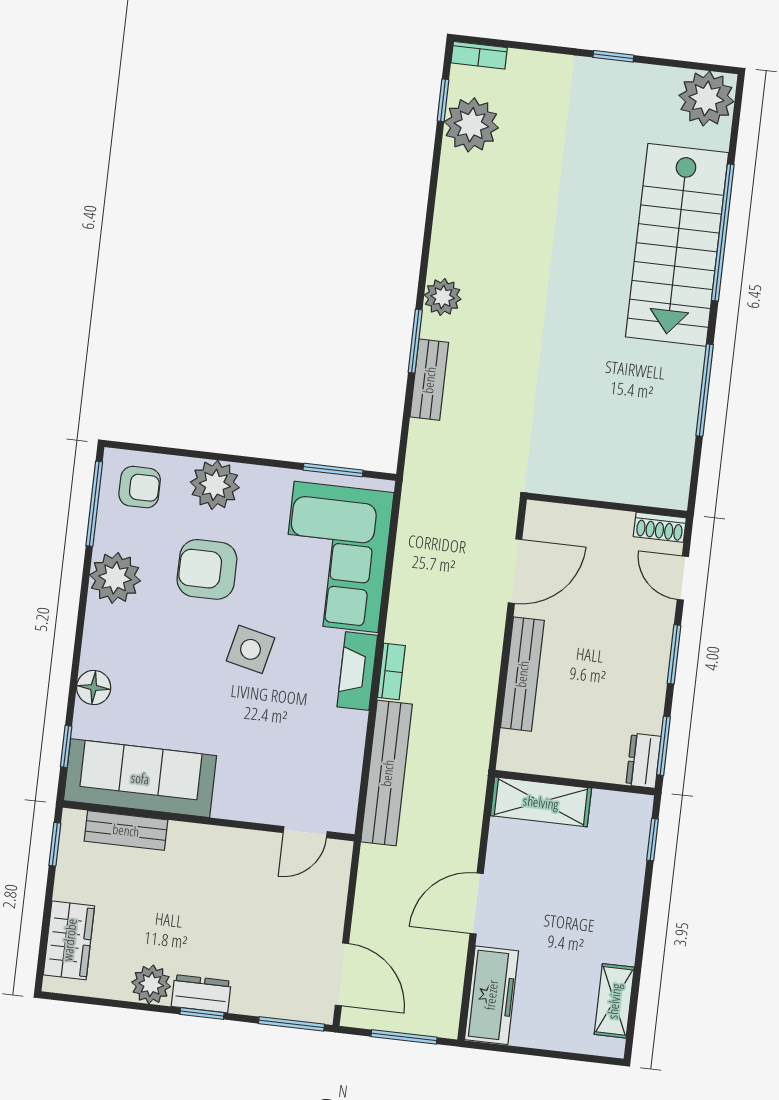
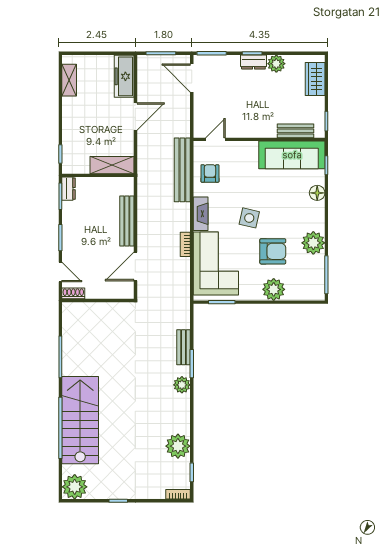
plant: (471, 125) -> (178, 446), moved
armchair: (140, 487) -> (210, 173), moved, turned 90
bookcase: (391, 671) -> (185, 244), moved

